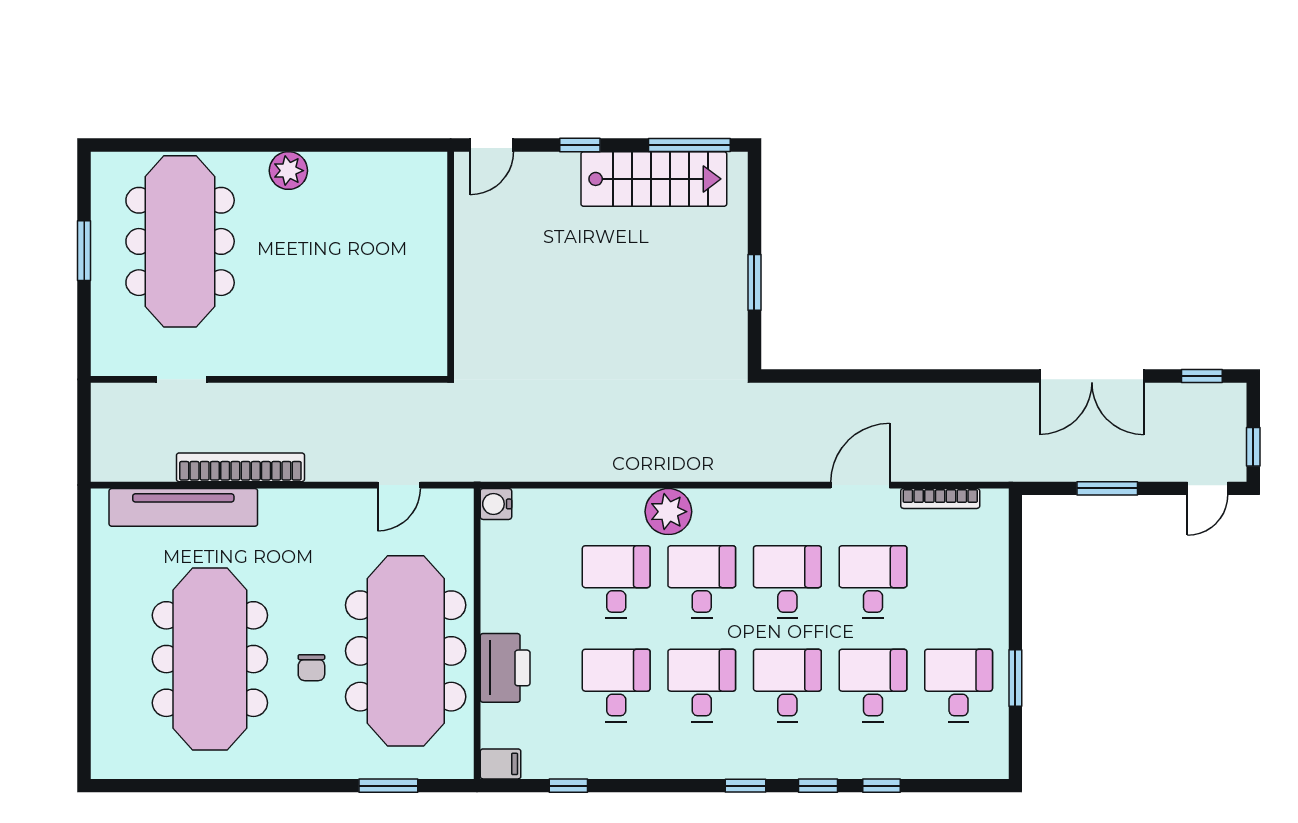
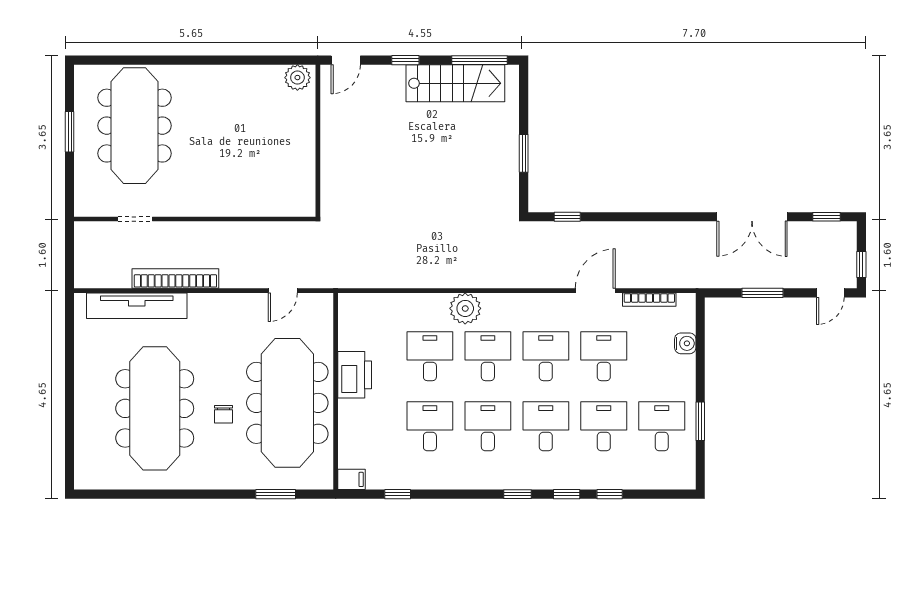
plant: (288, 171) -> (297, 78), moved
window: (819, 376) -> (567, 217), added
water cooler: (496, 504) -> (685, 343), moved, turned 180
printer: (505, 668) -> (355, 375), moved

